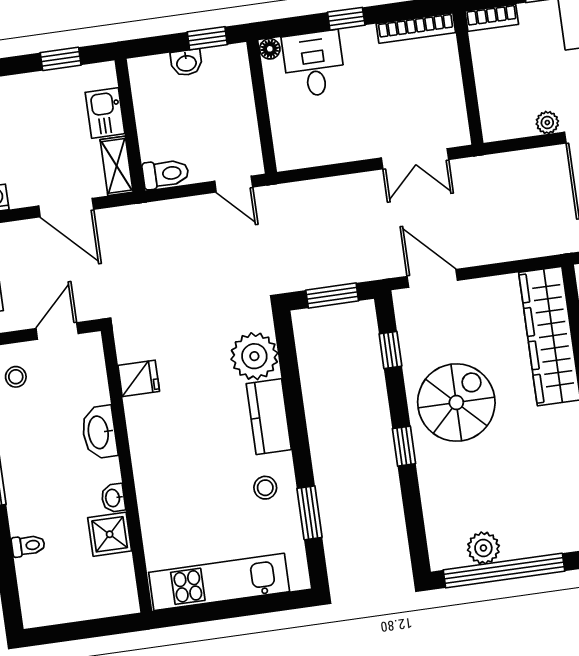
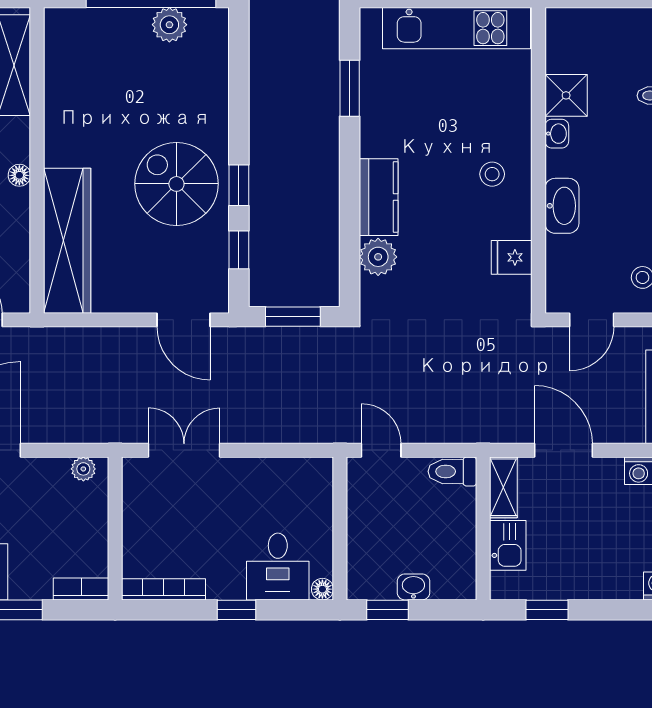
plant: (547, 123) -> (83, 469), moved
plant: (254, 356) -> (378, 257), width x0.73, depth x0.73
spiral stairs: (456, 403) -> (176, 184), turned 90
window: (404, 446) -> (239, 185), moved
stool: (265, 488) -> (492, 174), moved

